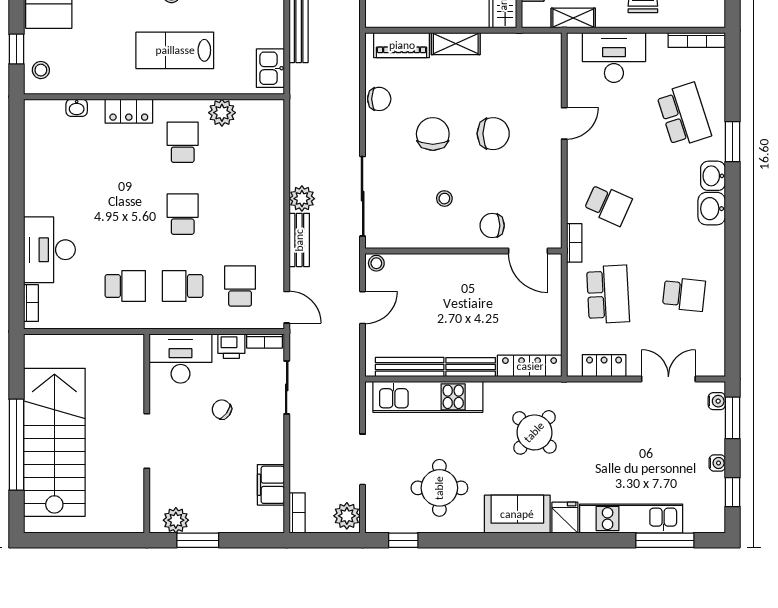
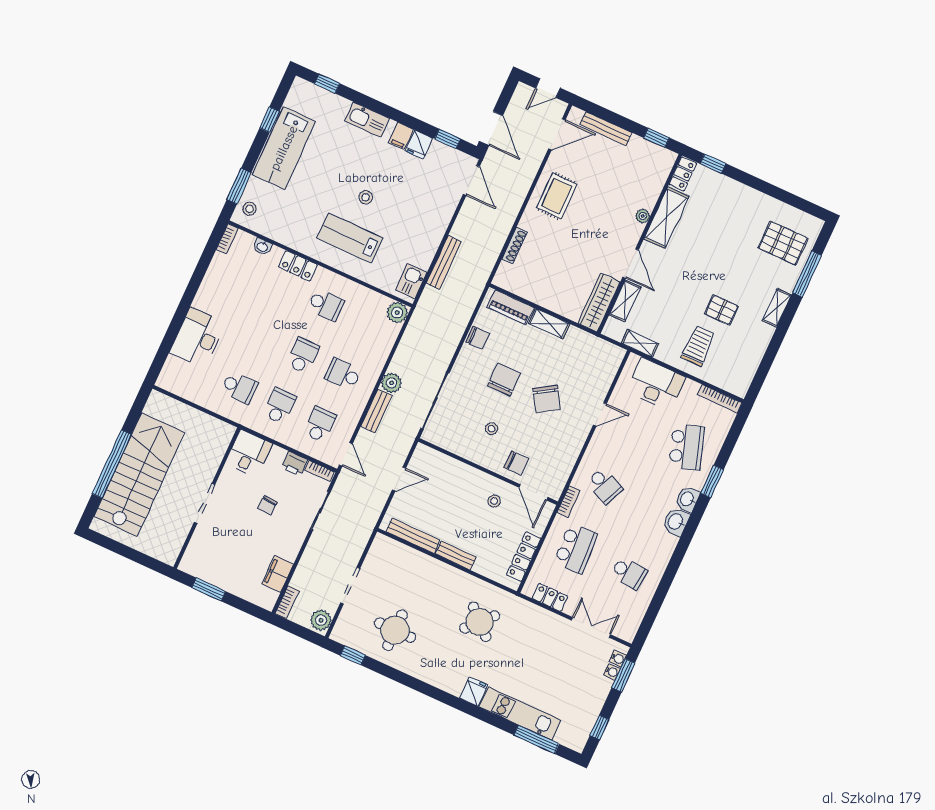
window: (16, 49) -> (239, 186), width x1.50
plant: (222, 113) -> (397, 313), moved
chair: (493, 134) -> (547, 399), turned 58
school desk: (183, 142) -> (326, 305), turned 90
school desk: (240, 214) -> (343, 374), added
chair: (492, 226) -> (516, 463), turned 180
stool: (376, 263) -> (494, 501), moved
school desk: (183, 286) -> (280, 406), turned 90
bookcase: (31, 303) -> (227, 239), moved
desk: (181, 358) -> (249, 453), width x0.73
locker: (530, 366) -> (524, 557), moved, turned -90
kitchen unit: (428, 397) -> (416, 563), removed
chair: (222, 409) -> (267, 505), turned -122
water cooler: (717, 463) -> (612, 672), moved
sofa: (517, 514) -> (441, 674), removed
plant: (176, 520) -> (200, 568), removed

